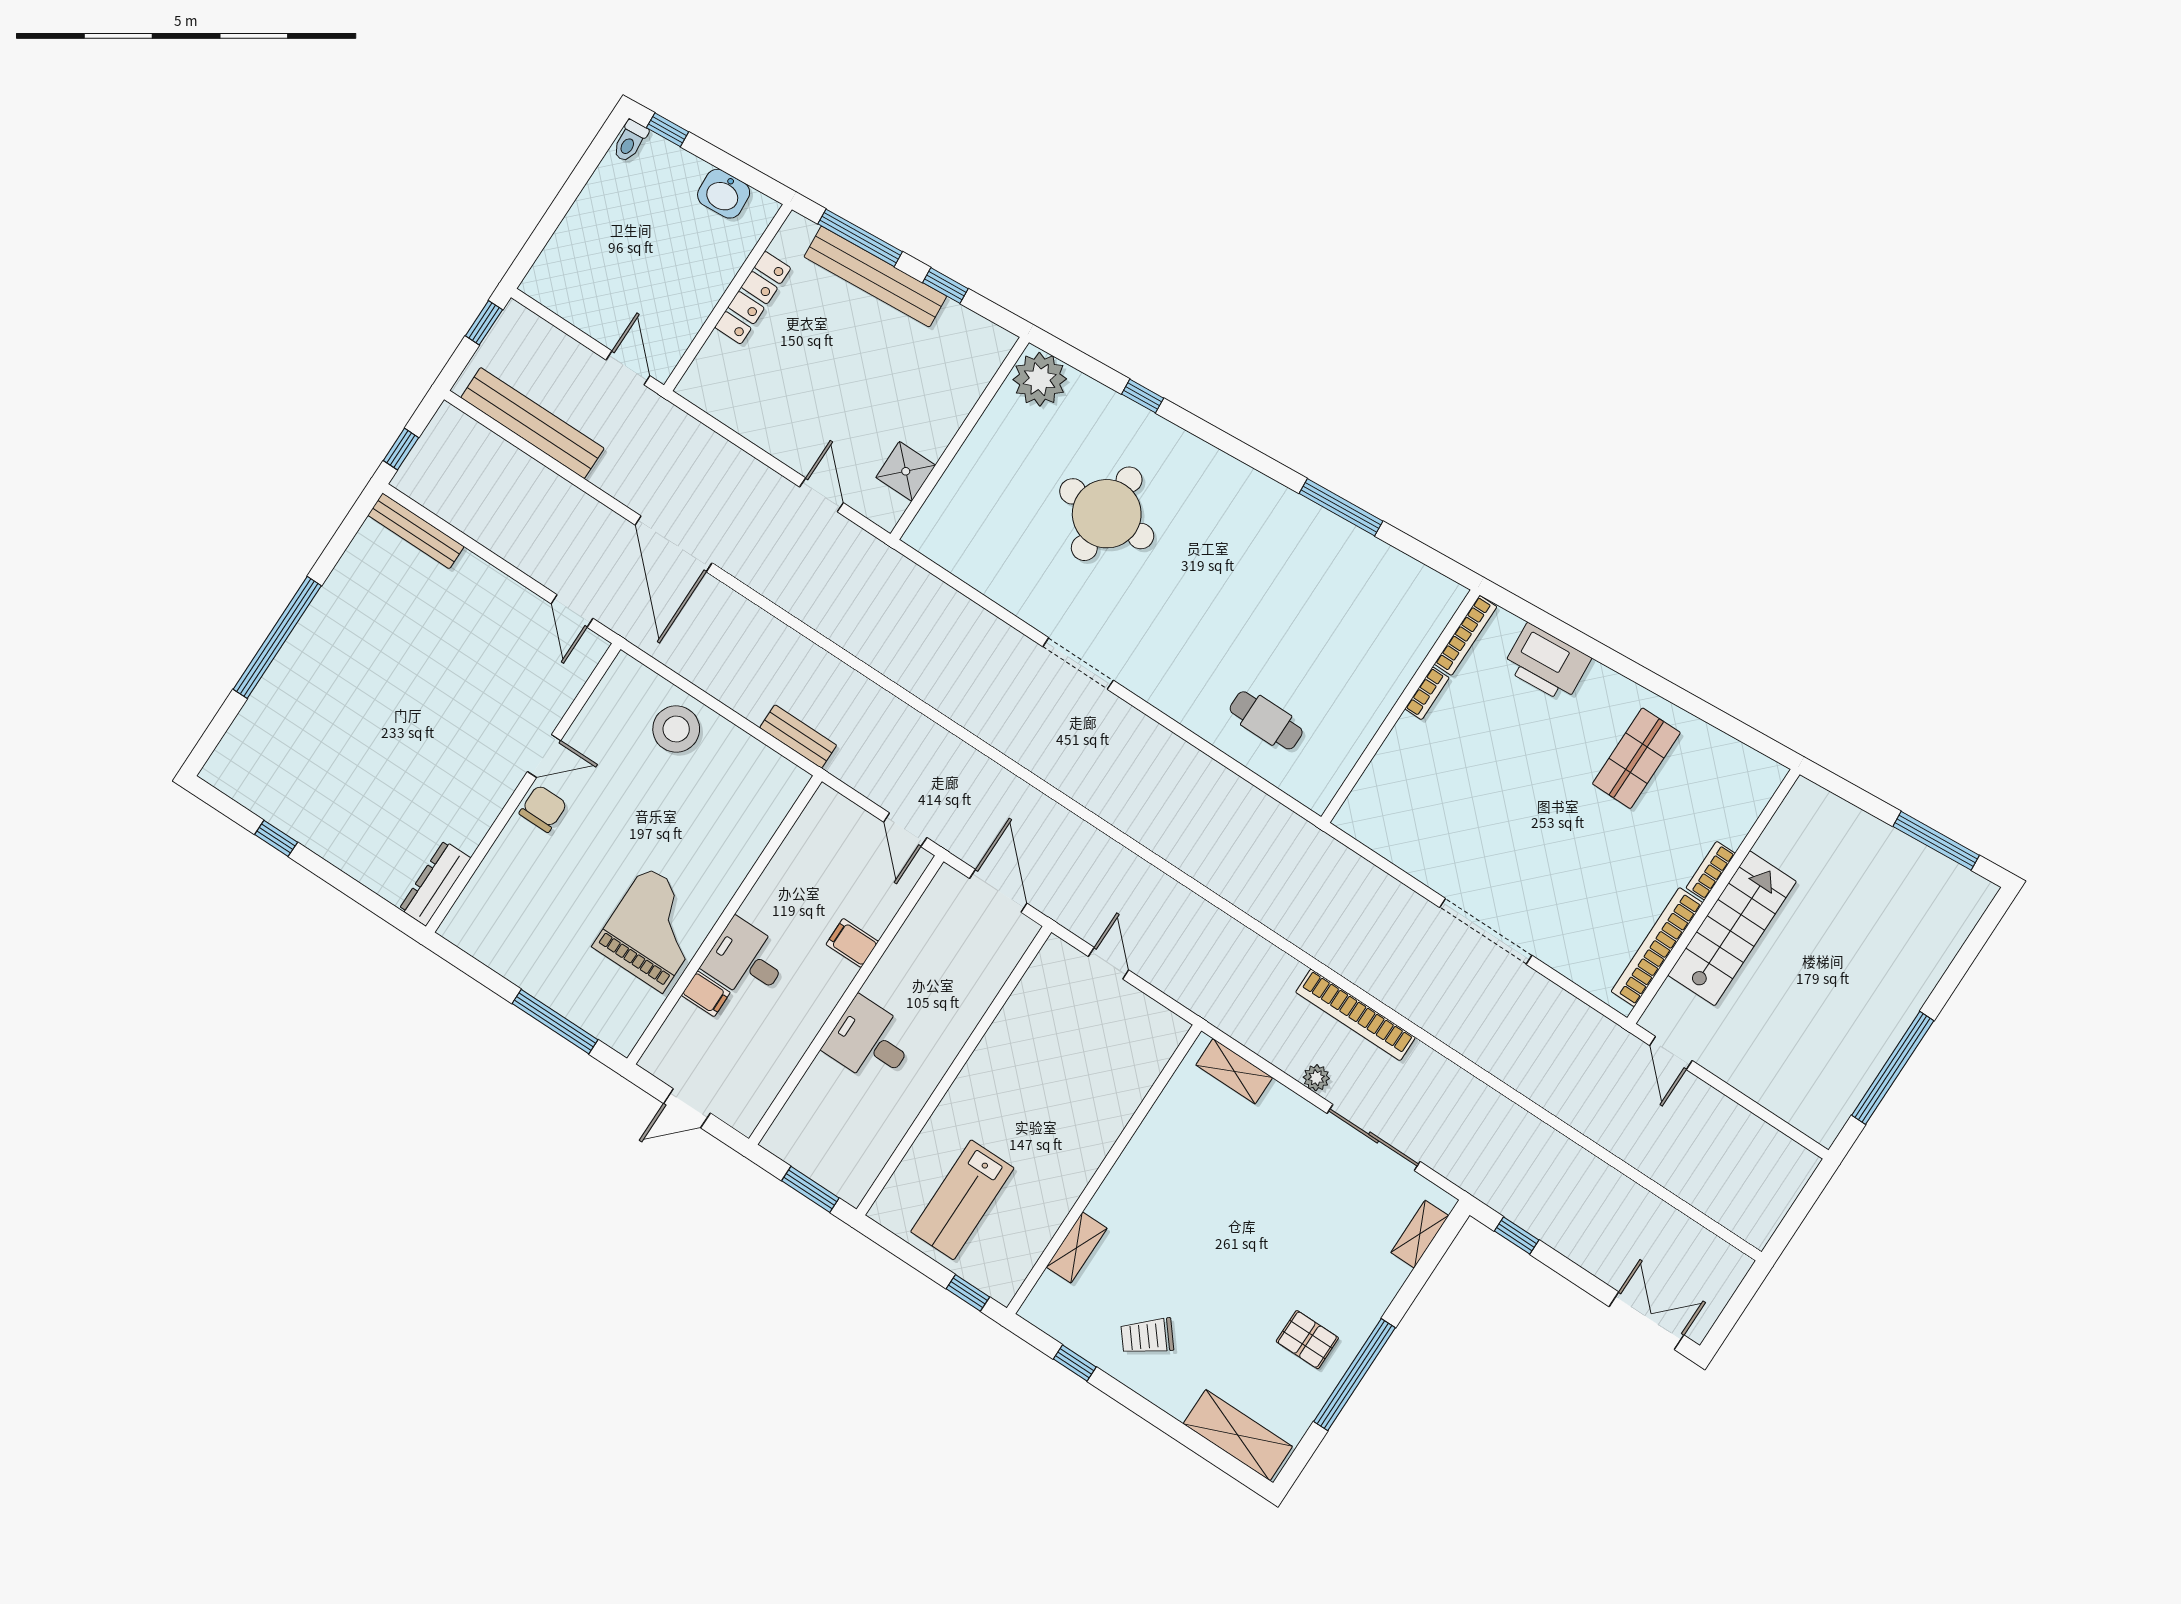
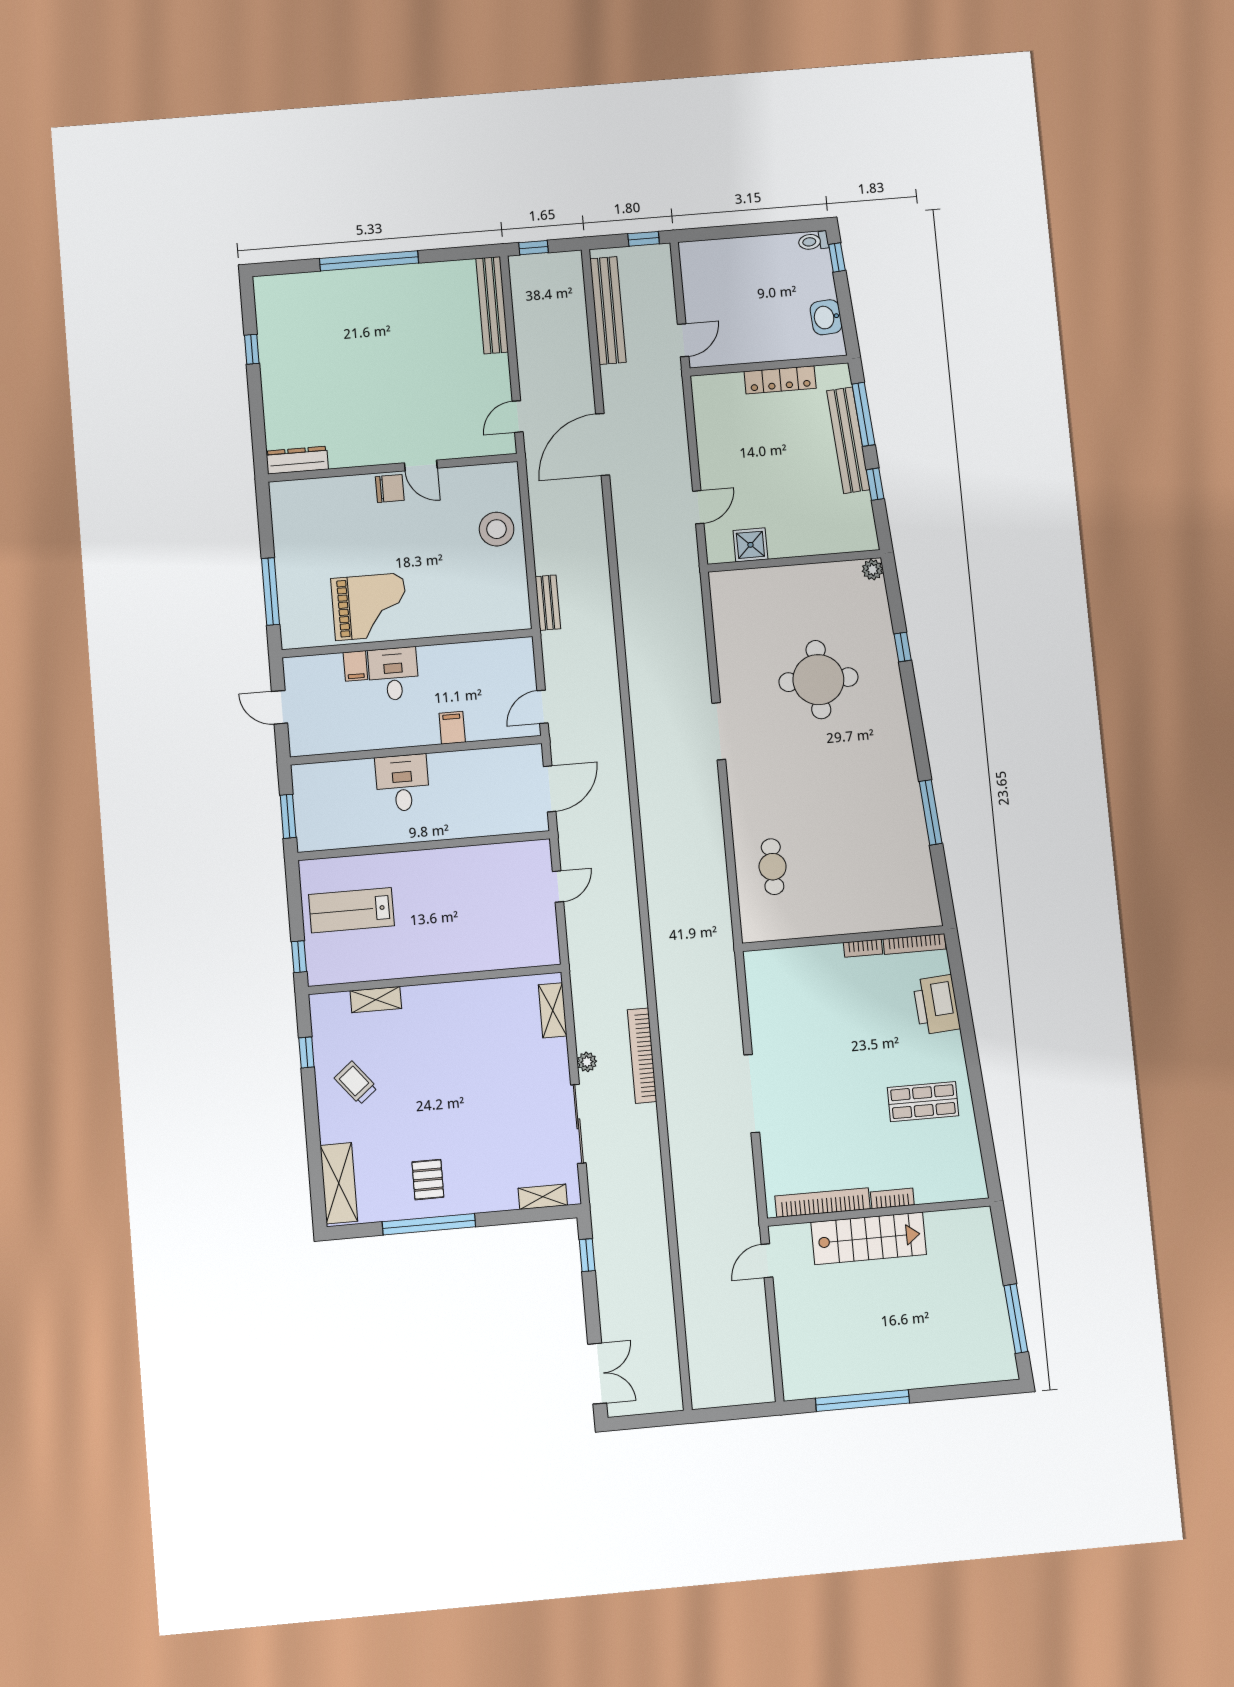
plant: (1040, 379) -> (873, 570), width x0.53, depth x0.53
bench: (416, 531) -> (492, 305), width x1.37, depth x1.21

